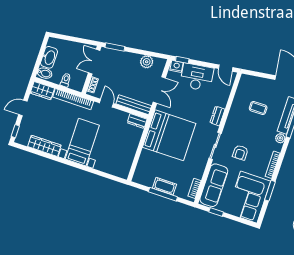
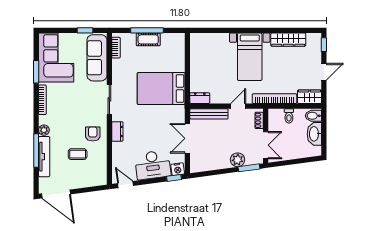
plant: (147, 62) -> (238, 160), moved
door: (106, 103) -> (238, 106), swing flipped
bed: (169, 135) -> (161, 89), width x0.73
armchair: (240, 153) -> (93, 134), moved

